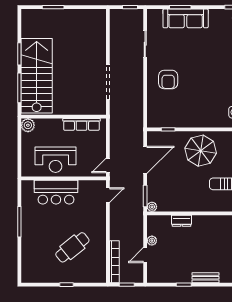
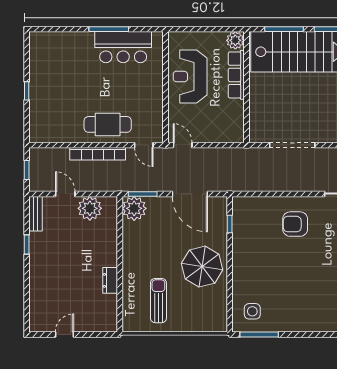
row of seats: (81, 124) -> (236, 75), moved
bar counter: (56, 192) -> (123, 47), moved, turned -90
plant: (152, 207) -> (134, 208), width x1.88, depth x1.88
dresser: (182, 221) -> (110, 280), moved
plant: (152, 241) -> (90, 208), width x1.88, depth x1.88
cafe table: (72, 247) -> (108, 124), moved, turned -51
bookcase: (114, 262) -> (98, 154), moved
bench: (205, 278) -> (35, 214), moved

